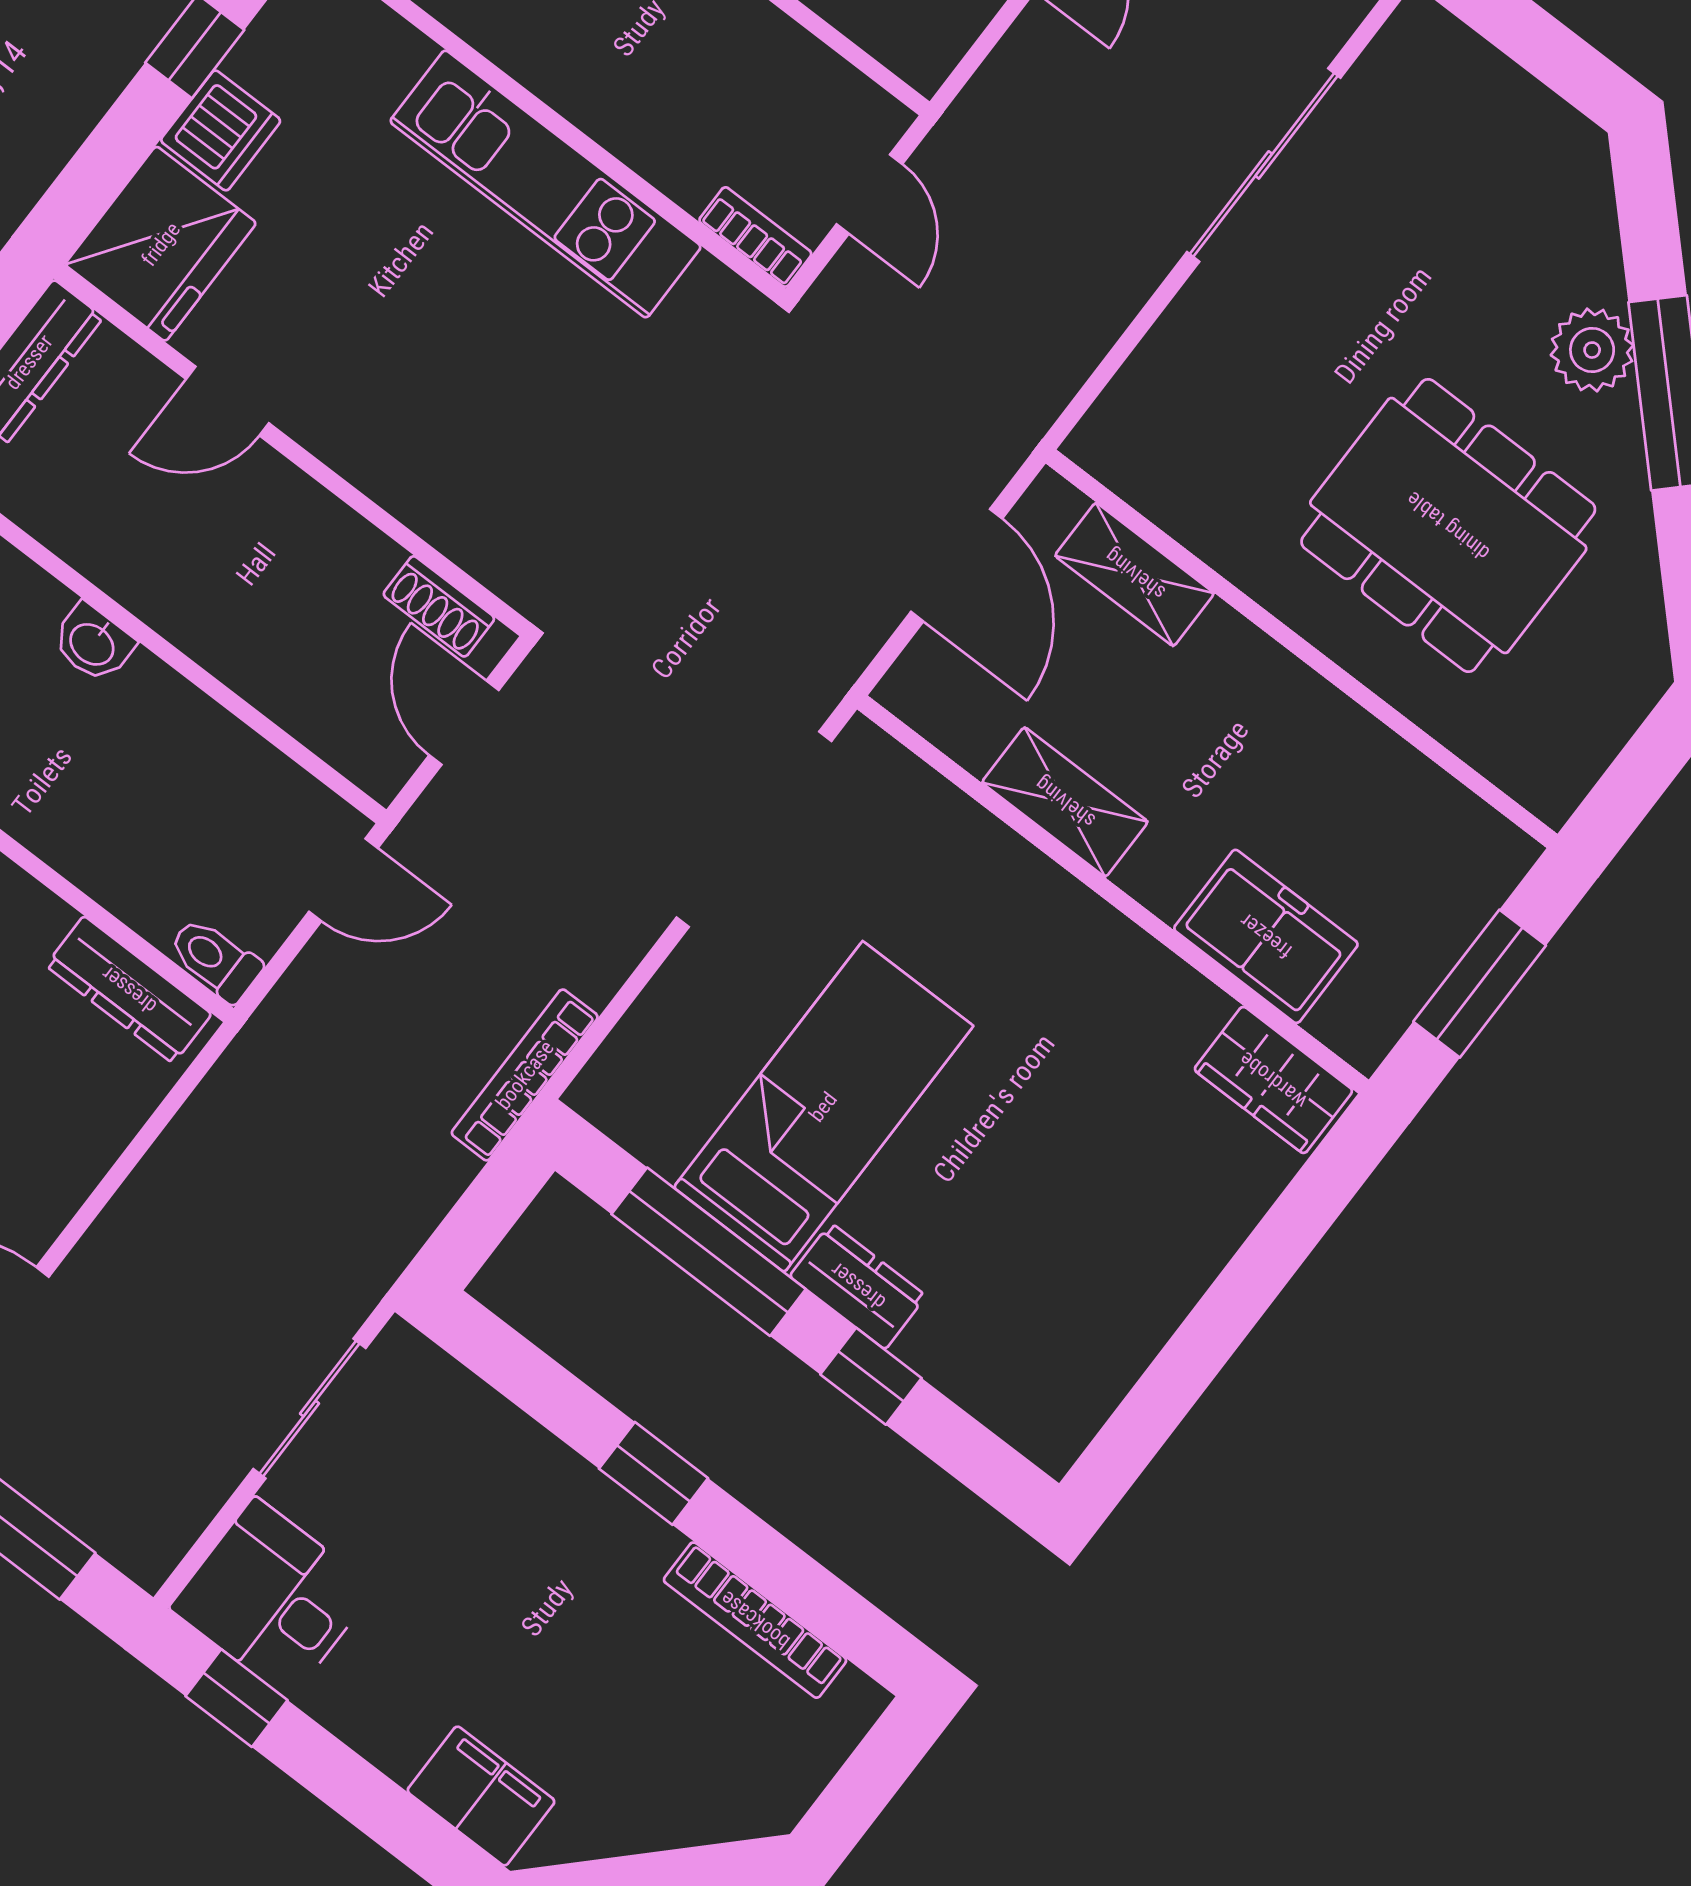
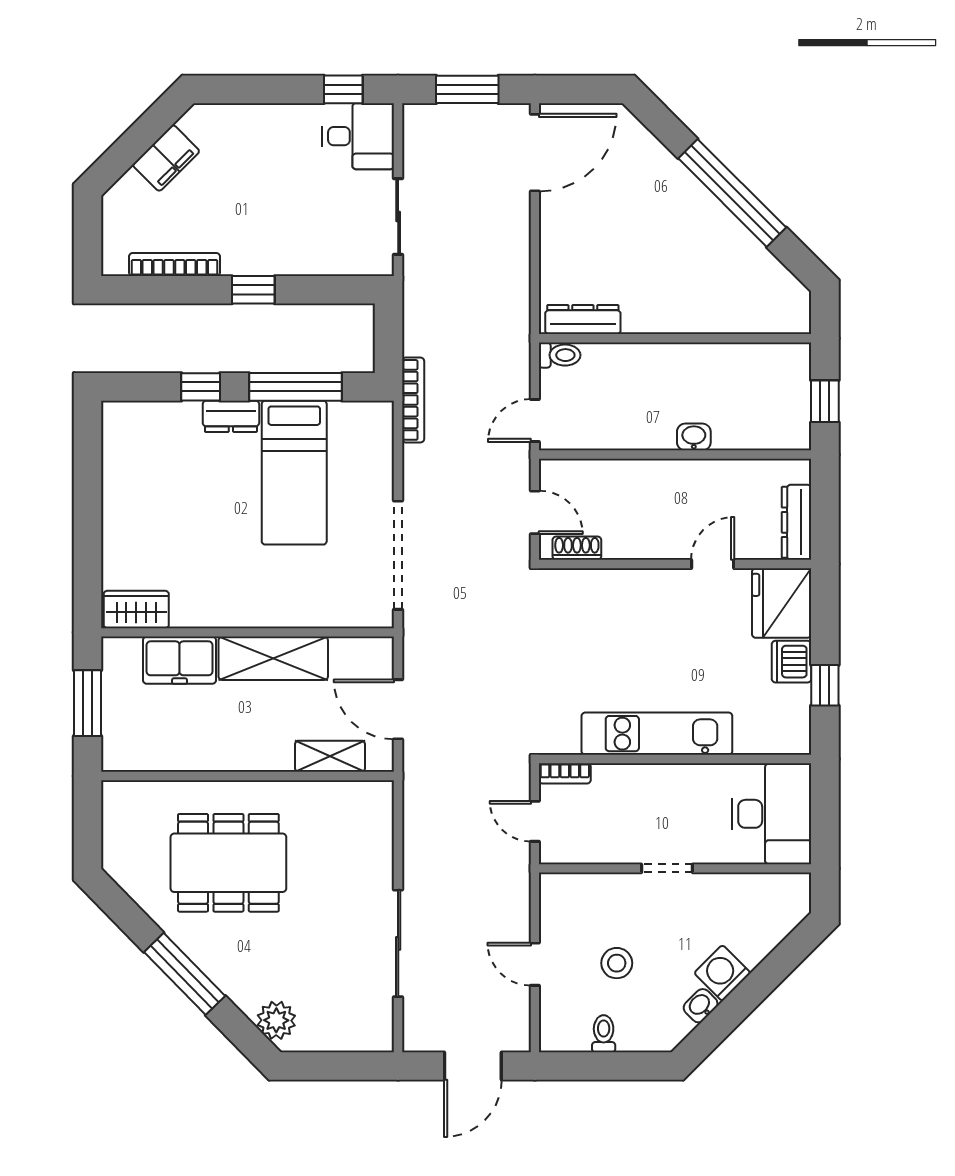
plant: (1592, 350) -> (276, 1020), moved
shelving: (1065, 802) -> (273, 658), width x1.50, depth x1.33
filing cabinet: (481, 1796) -> (166, 158), moved, turned -45

